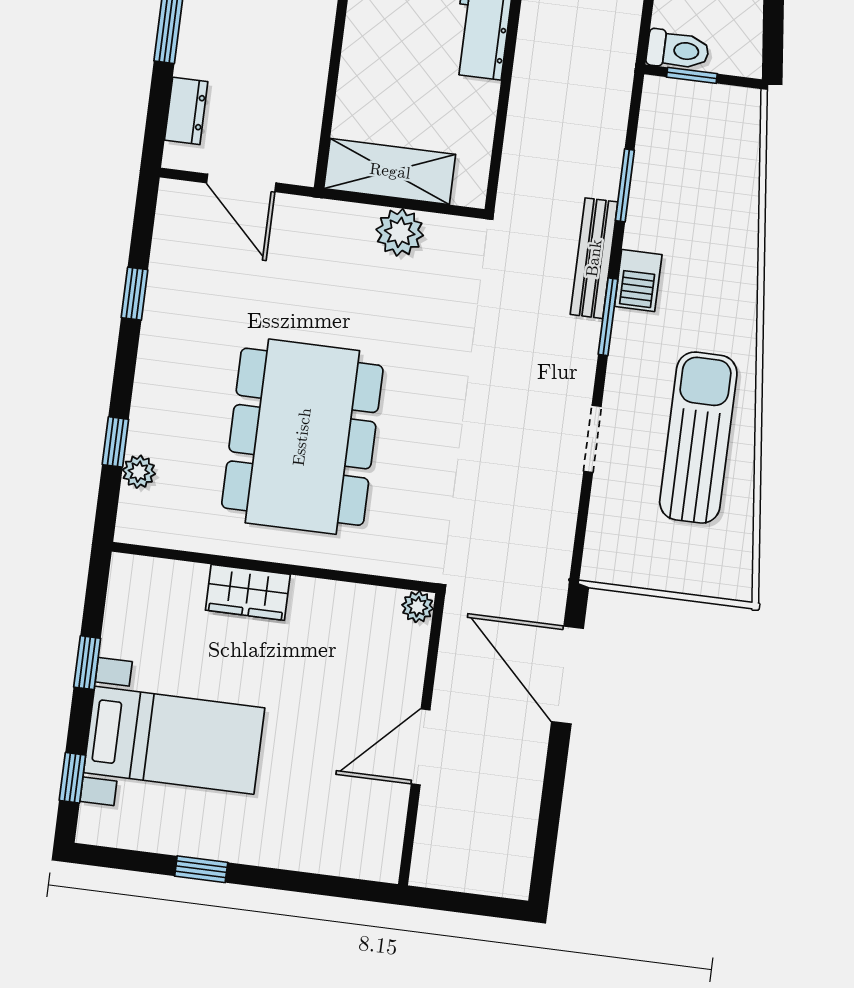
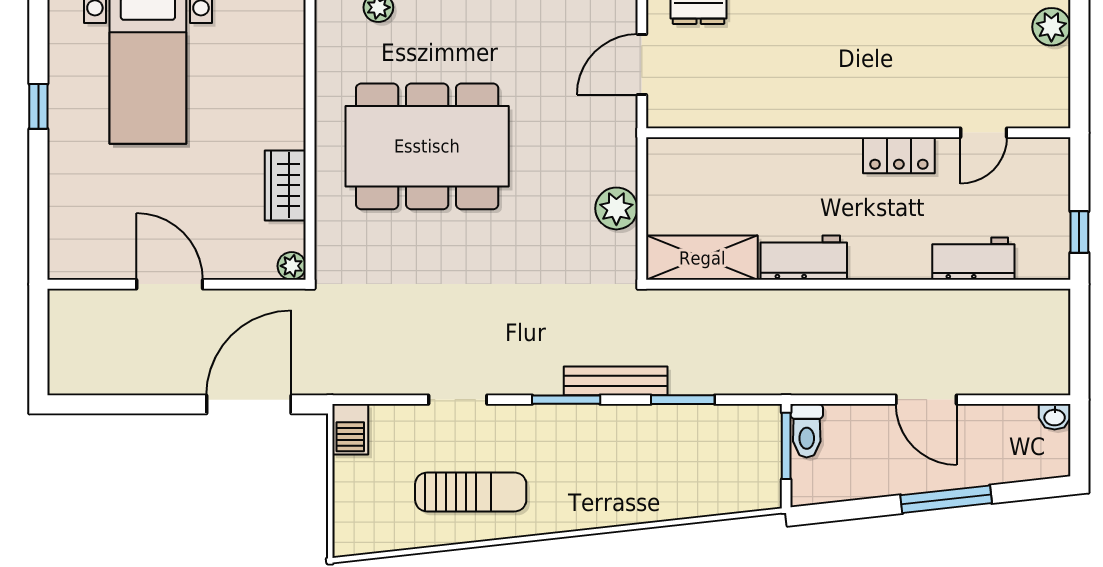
window: (692, 75) -> (786, 446), width x1.50
shelving: (390, 171) -> (702, 258), moved, turned 90
barbecue: (638, 280) -> (350, 429), moved, turned -90
sun lounger: (698, 438) -> (471, 492), width x0.73, depth x0.75
wardrobe: (248, 592) -> (285, 185), moved

